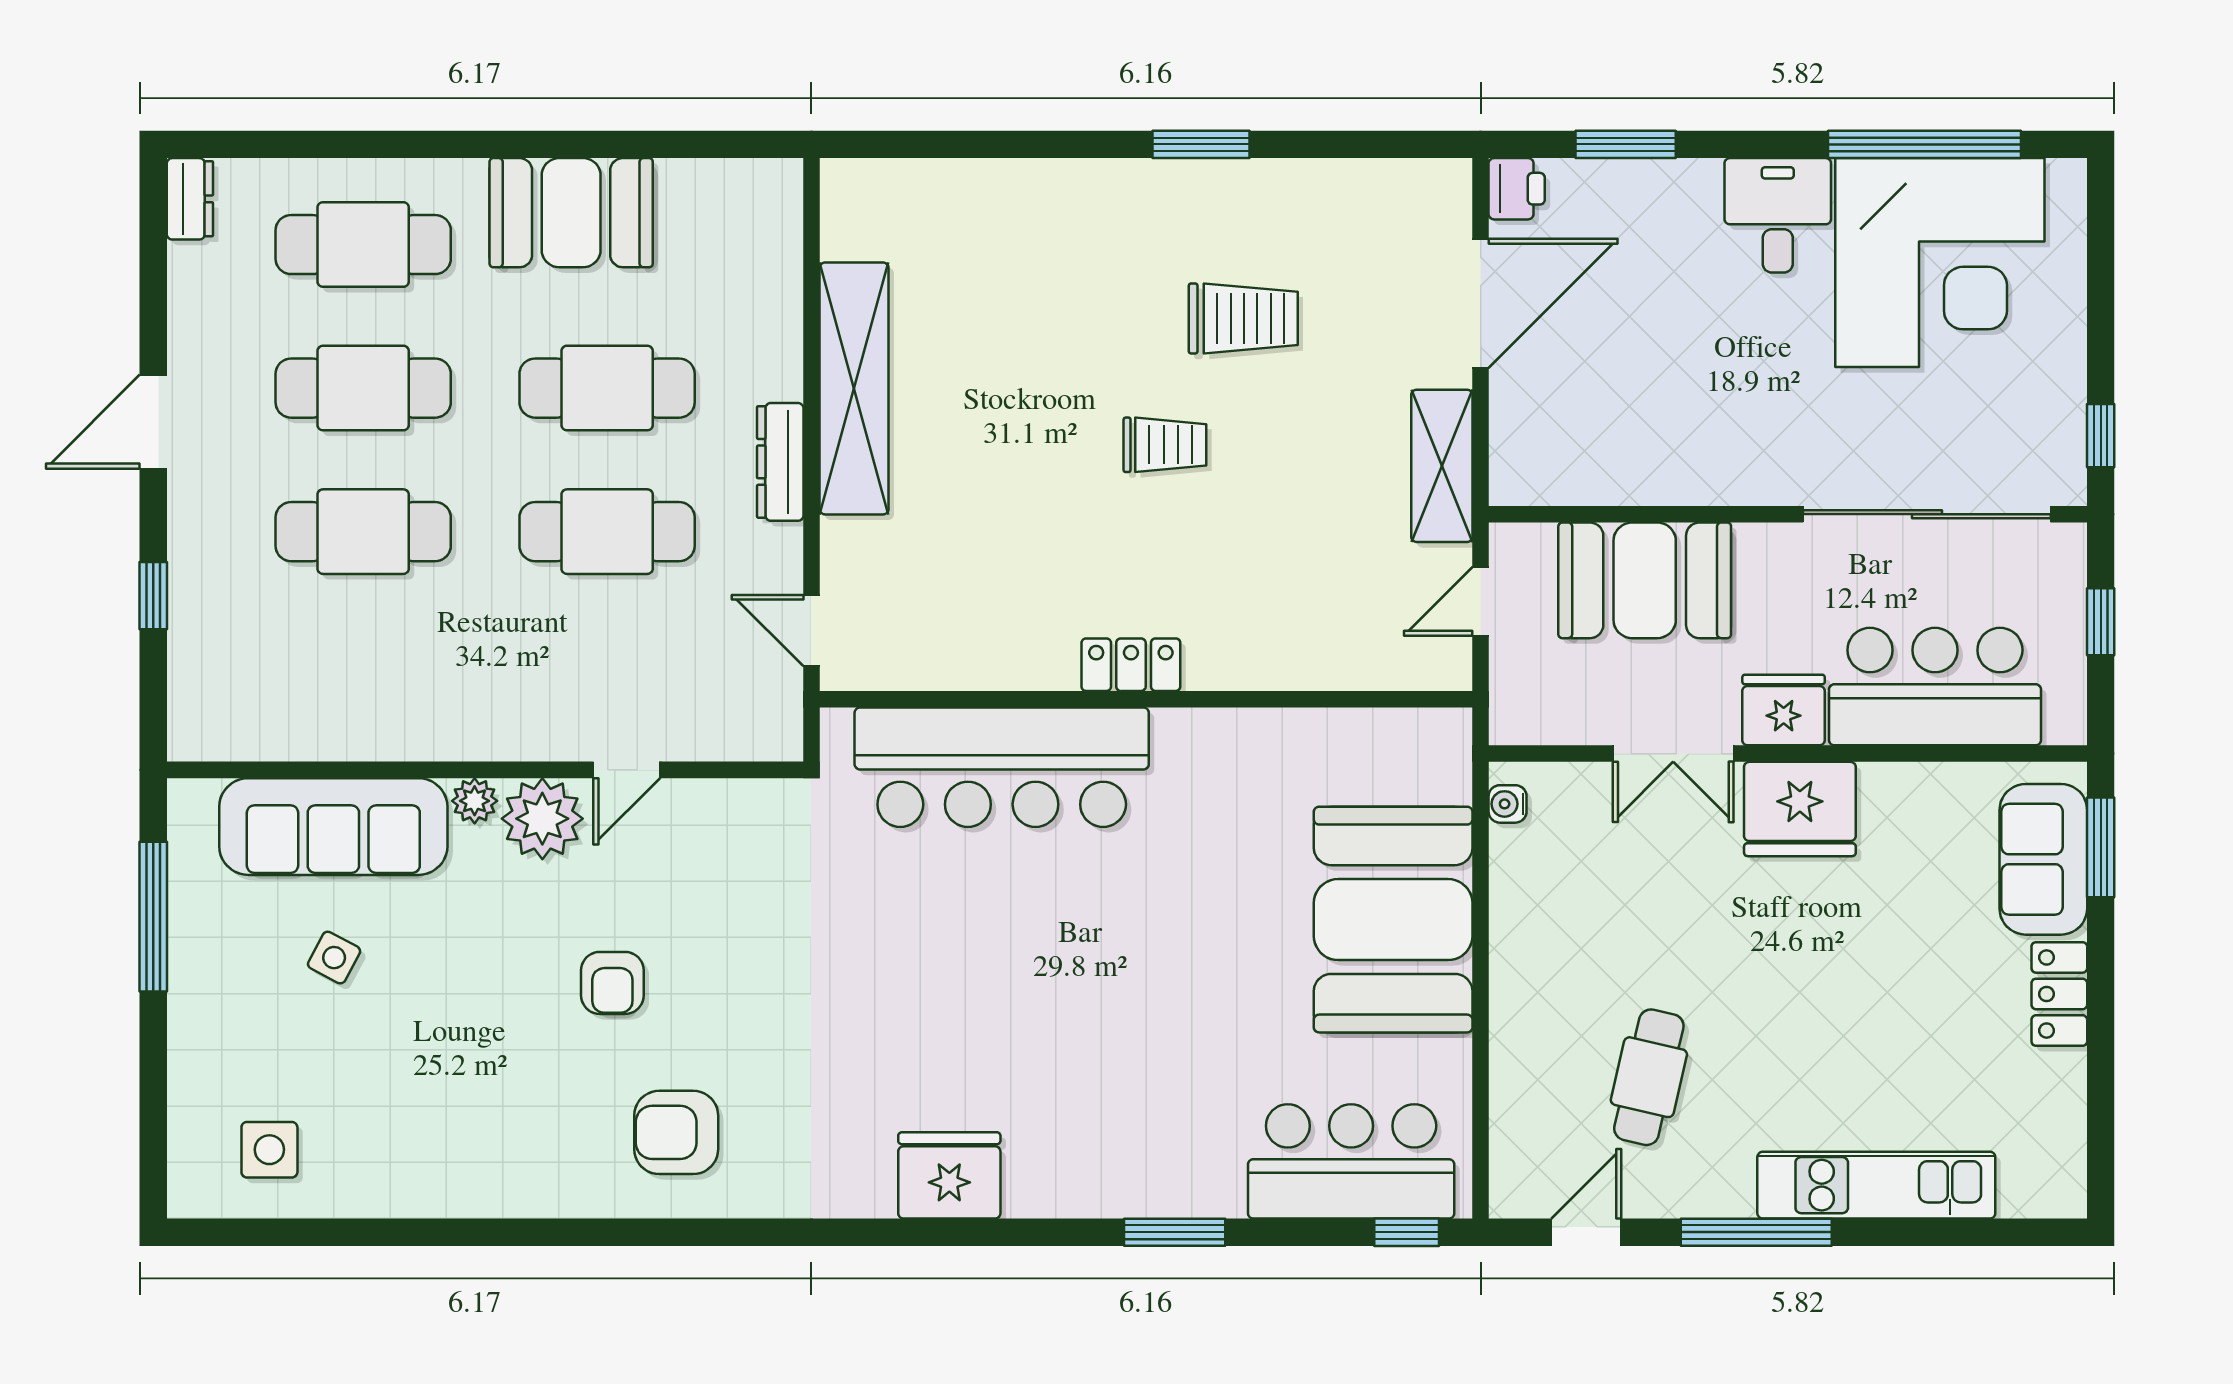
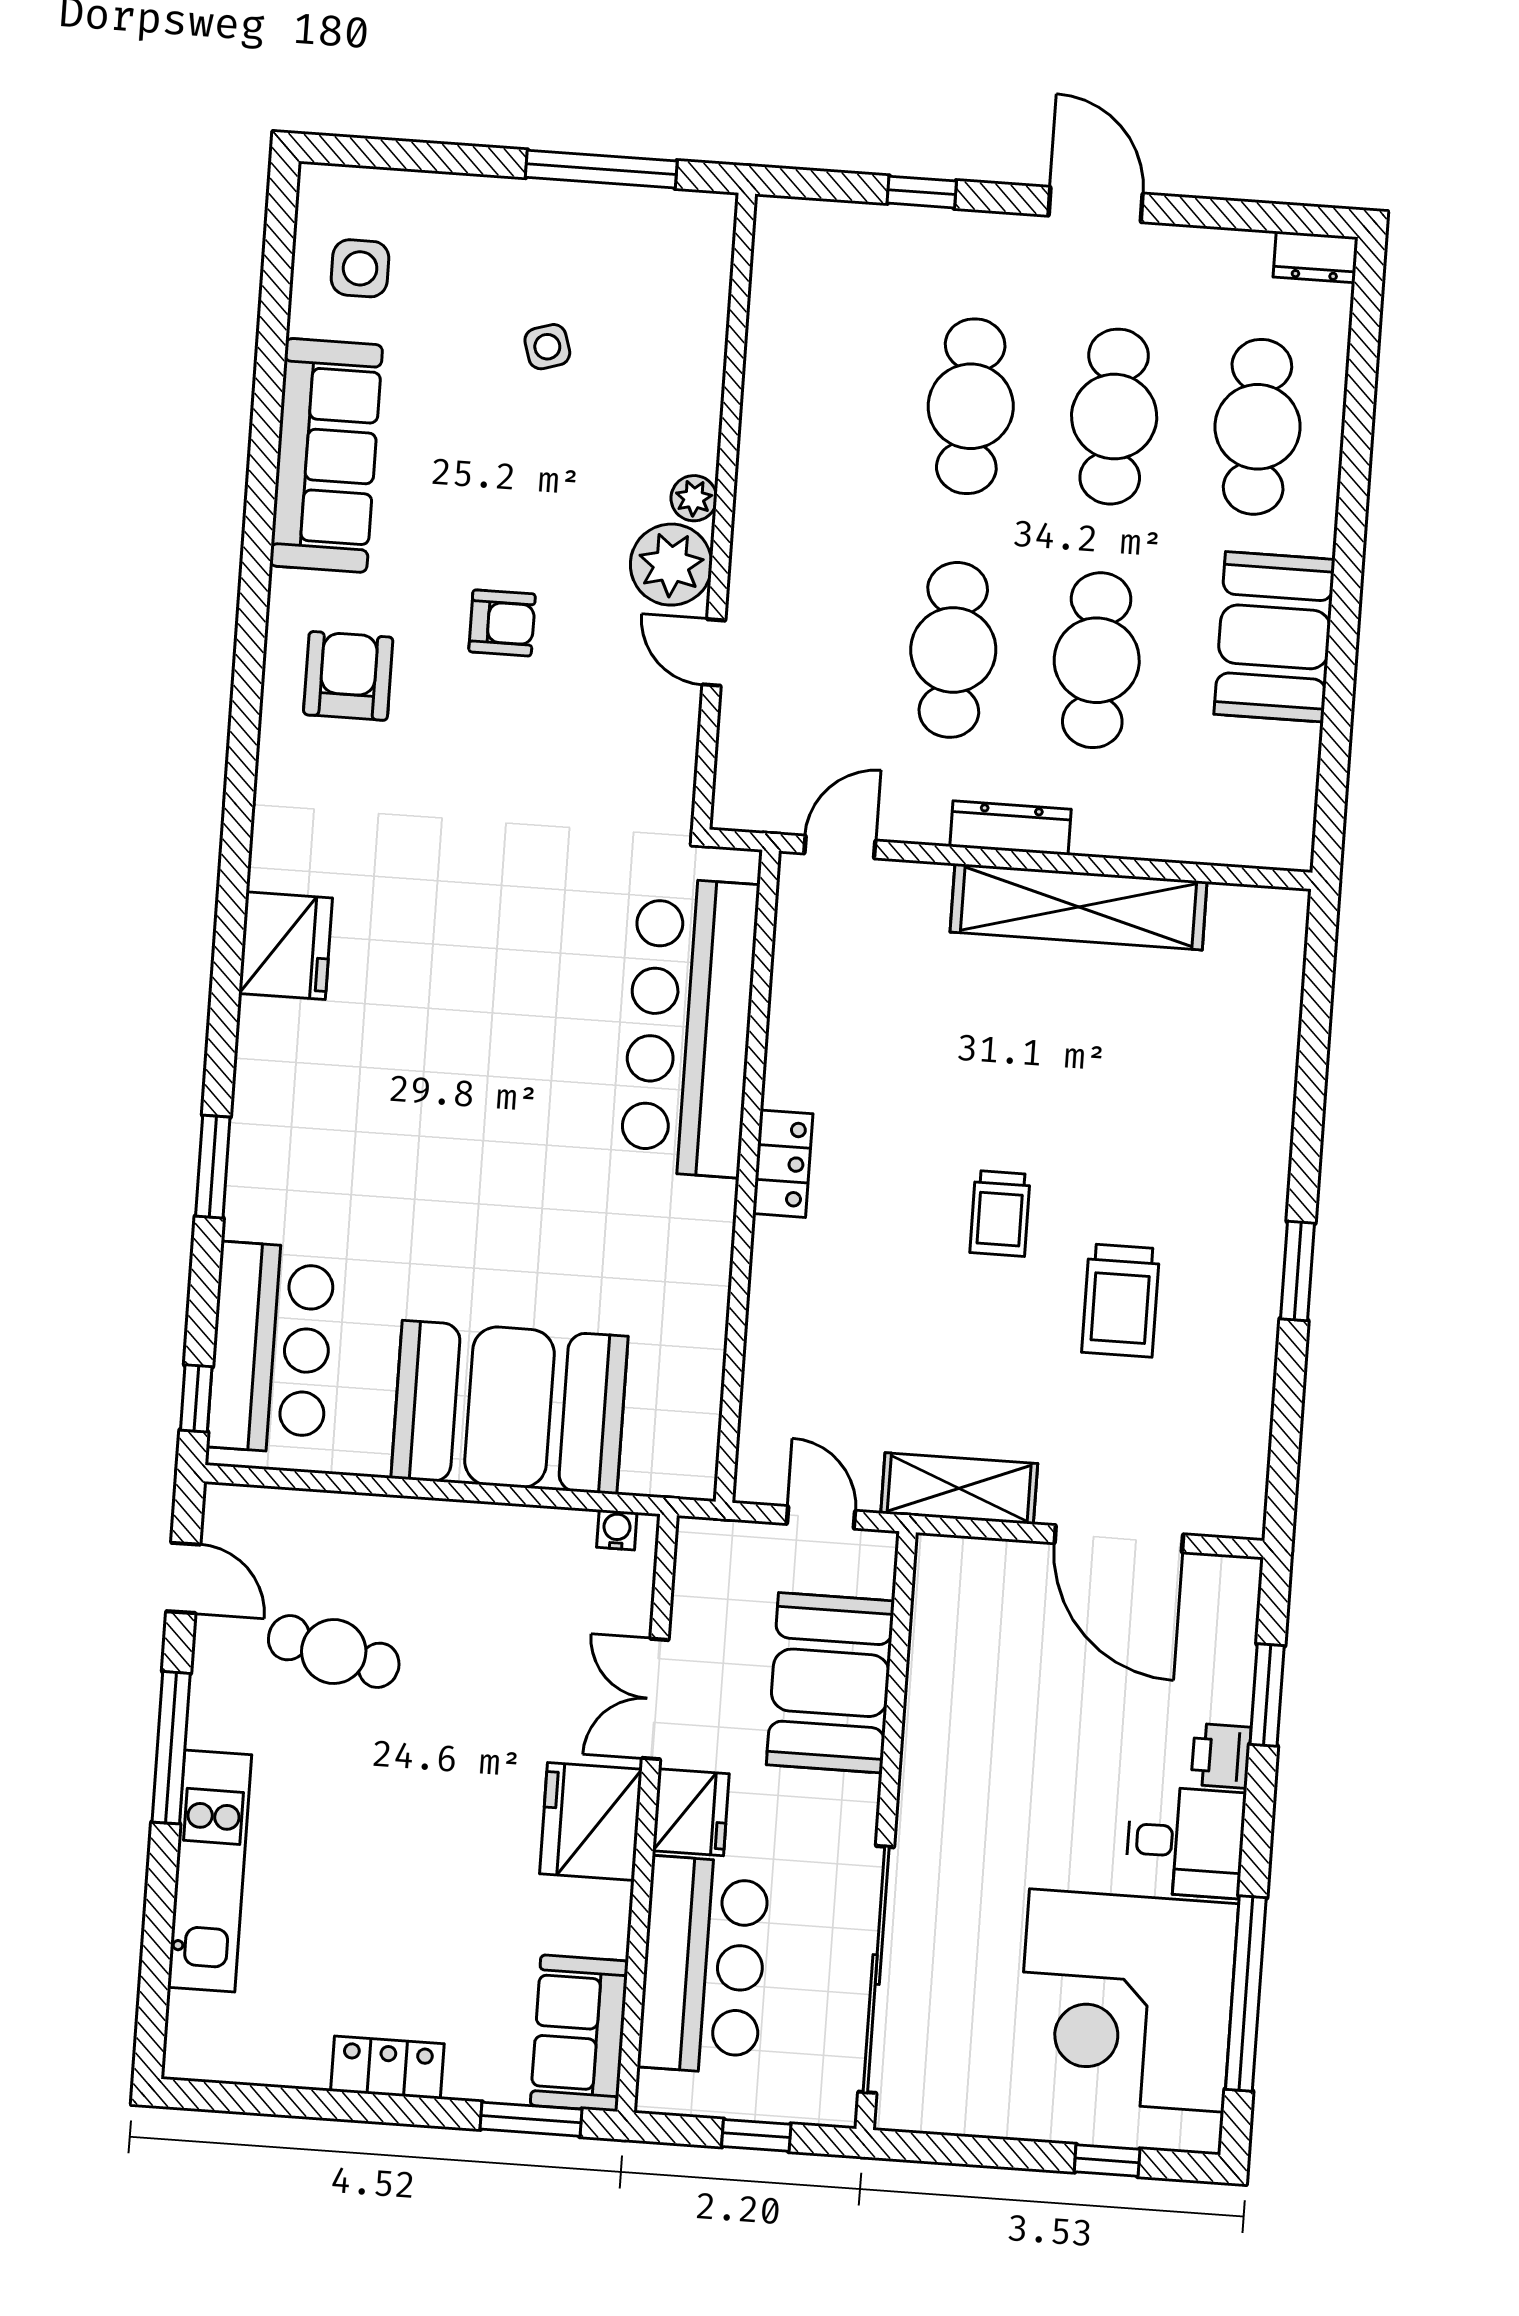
printer: (1517, 189) -> (1221, 1756), moved, turned 90
window: (2101, 436) -> (1107, 2160), moved
sofa: (333, 827) -> (326, 455), moved, turned 180
sofa: (2043, 859) -> (579, 2033), moved, turned -90
side table: (334, 958) -> (547, 347), turned 45
armchair: (612, 983) -> (502, 623), turned 180

